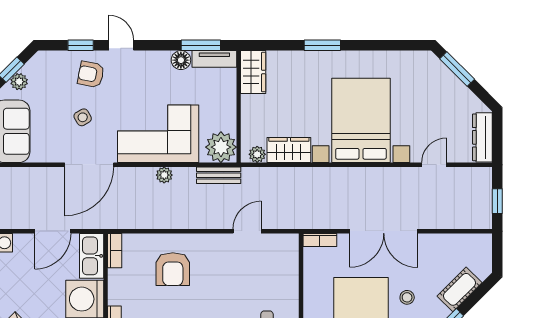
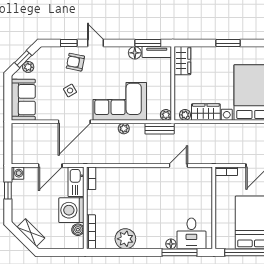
plant: (221, 147) -> (166, 115), width x0.53, depth x0.53
armchair: (173, 269) -> (129, 190), removed

